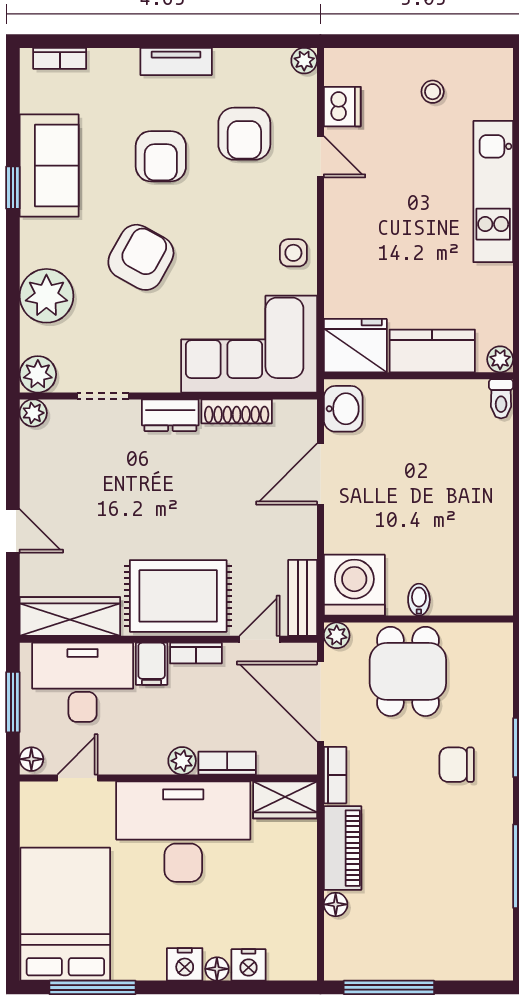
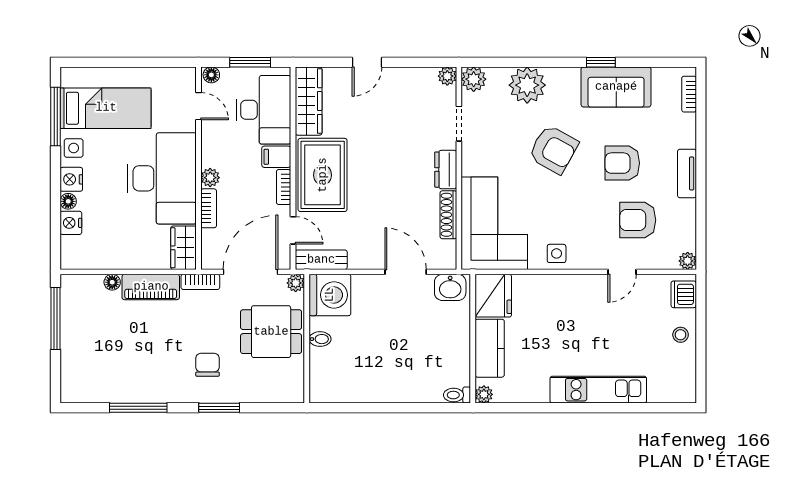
stool: (433, 92) -> (681, 335), moved
dishwasher: (342, 107) -> (684, 294), moved, turned 90
bed: (65, 914) -> (106, 108), width x0.67
side table: (139, 961) -> (74, 148), added

